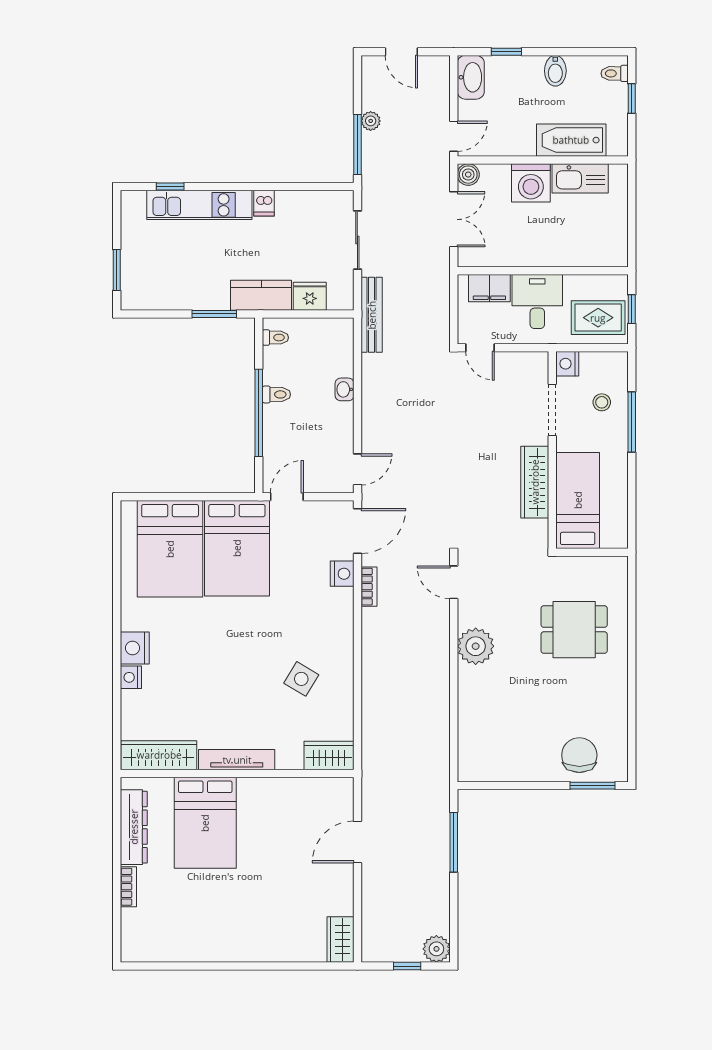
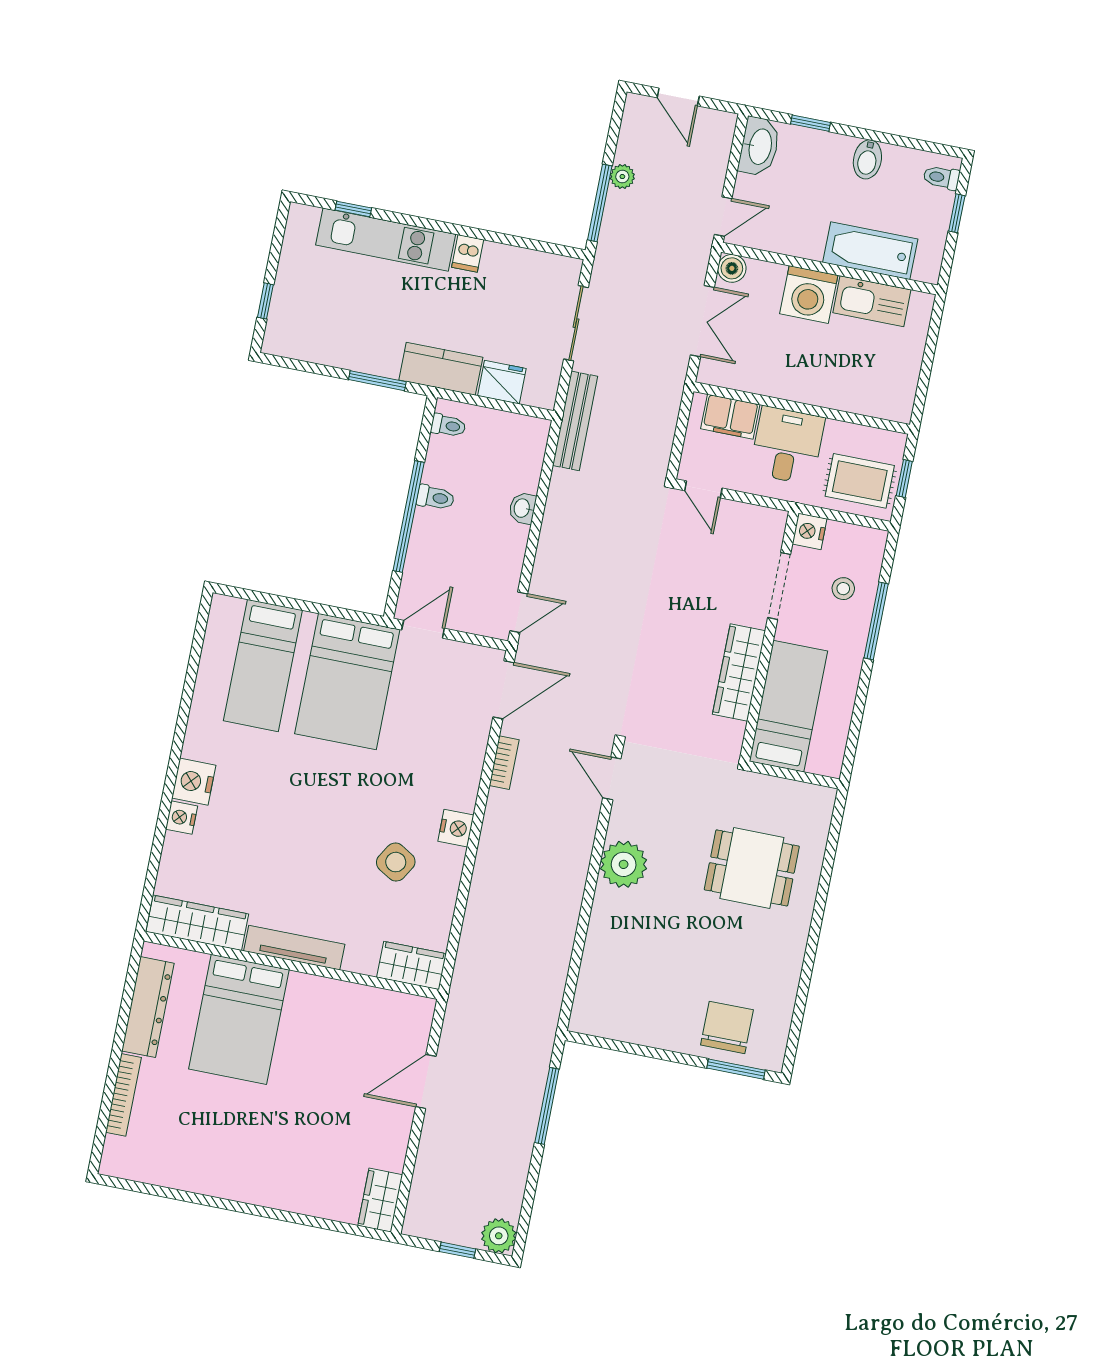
window: (117, 270) -> (265, 301), width x0.67
bed: (170, 549) -> (263, 665), width x0.67
nightstand: (342, 574) -> (456, 828), moved
bookcase: (128, 887) -> (123, 1095), width x1.56

